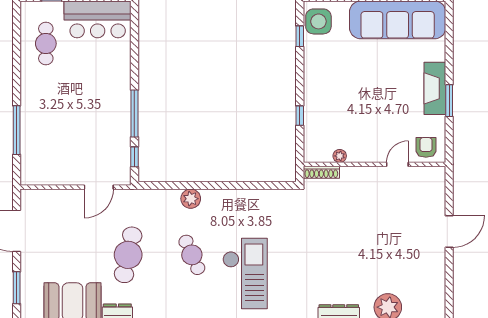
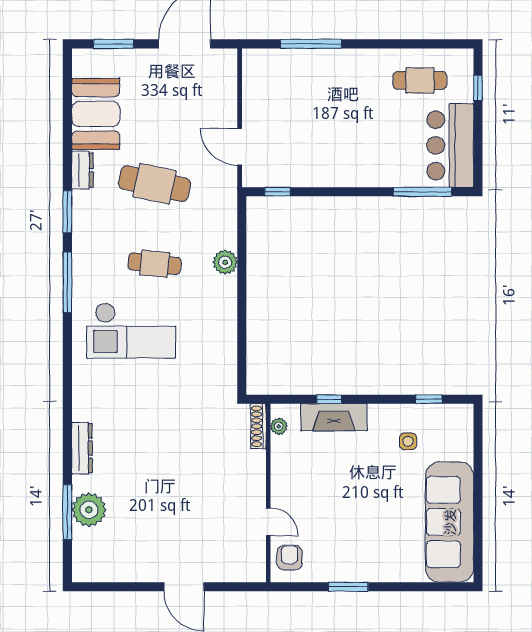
side table: (318, 21) -> (408, 441), moved, width x0.54, depth x0.54
fireplace: (435, 88) -> (334, 417), moved, turned 180
window: (134, 113) -> (423, 192), moved
armchair: (426, 147) -> (290, 558), turned -90
plant: (340, 156) -> (279, 426), moved
cafe table: (192, 255) -> (155, 264), turned 30

